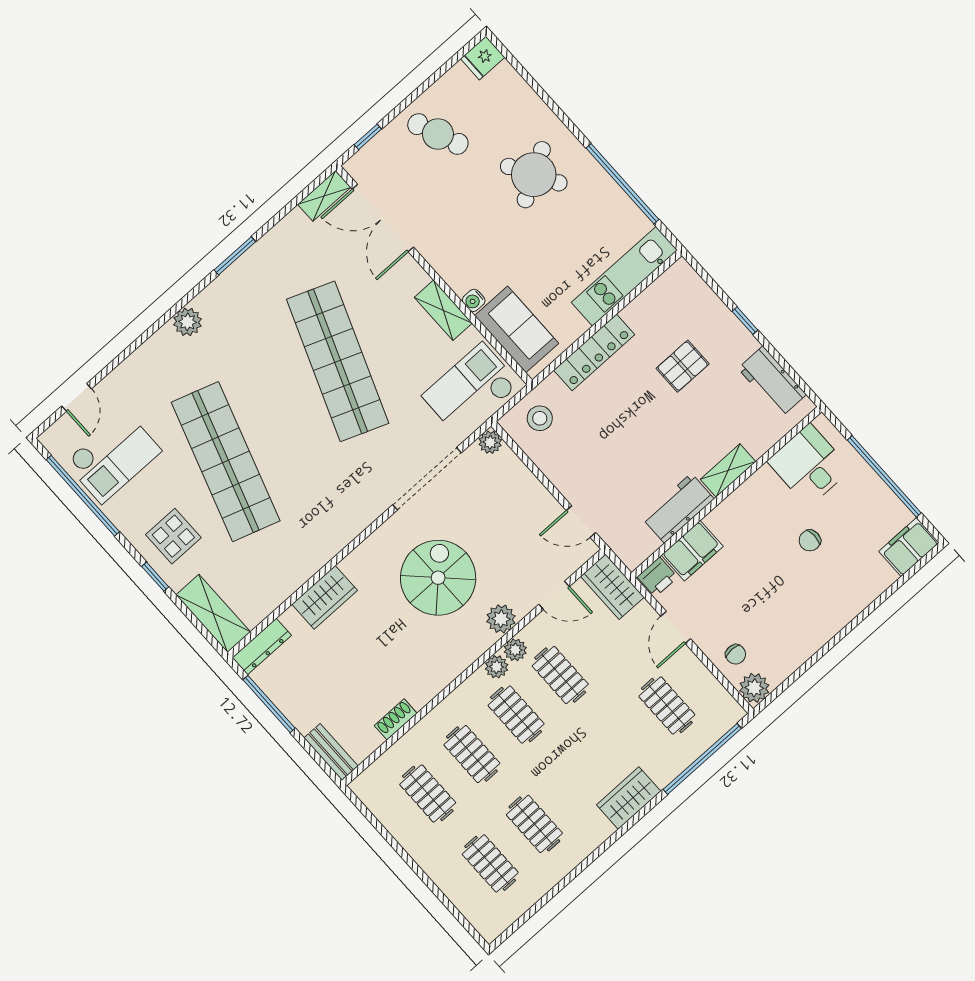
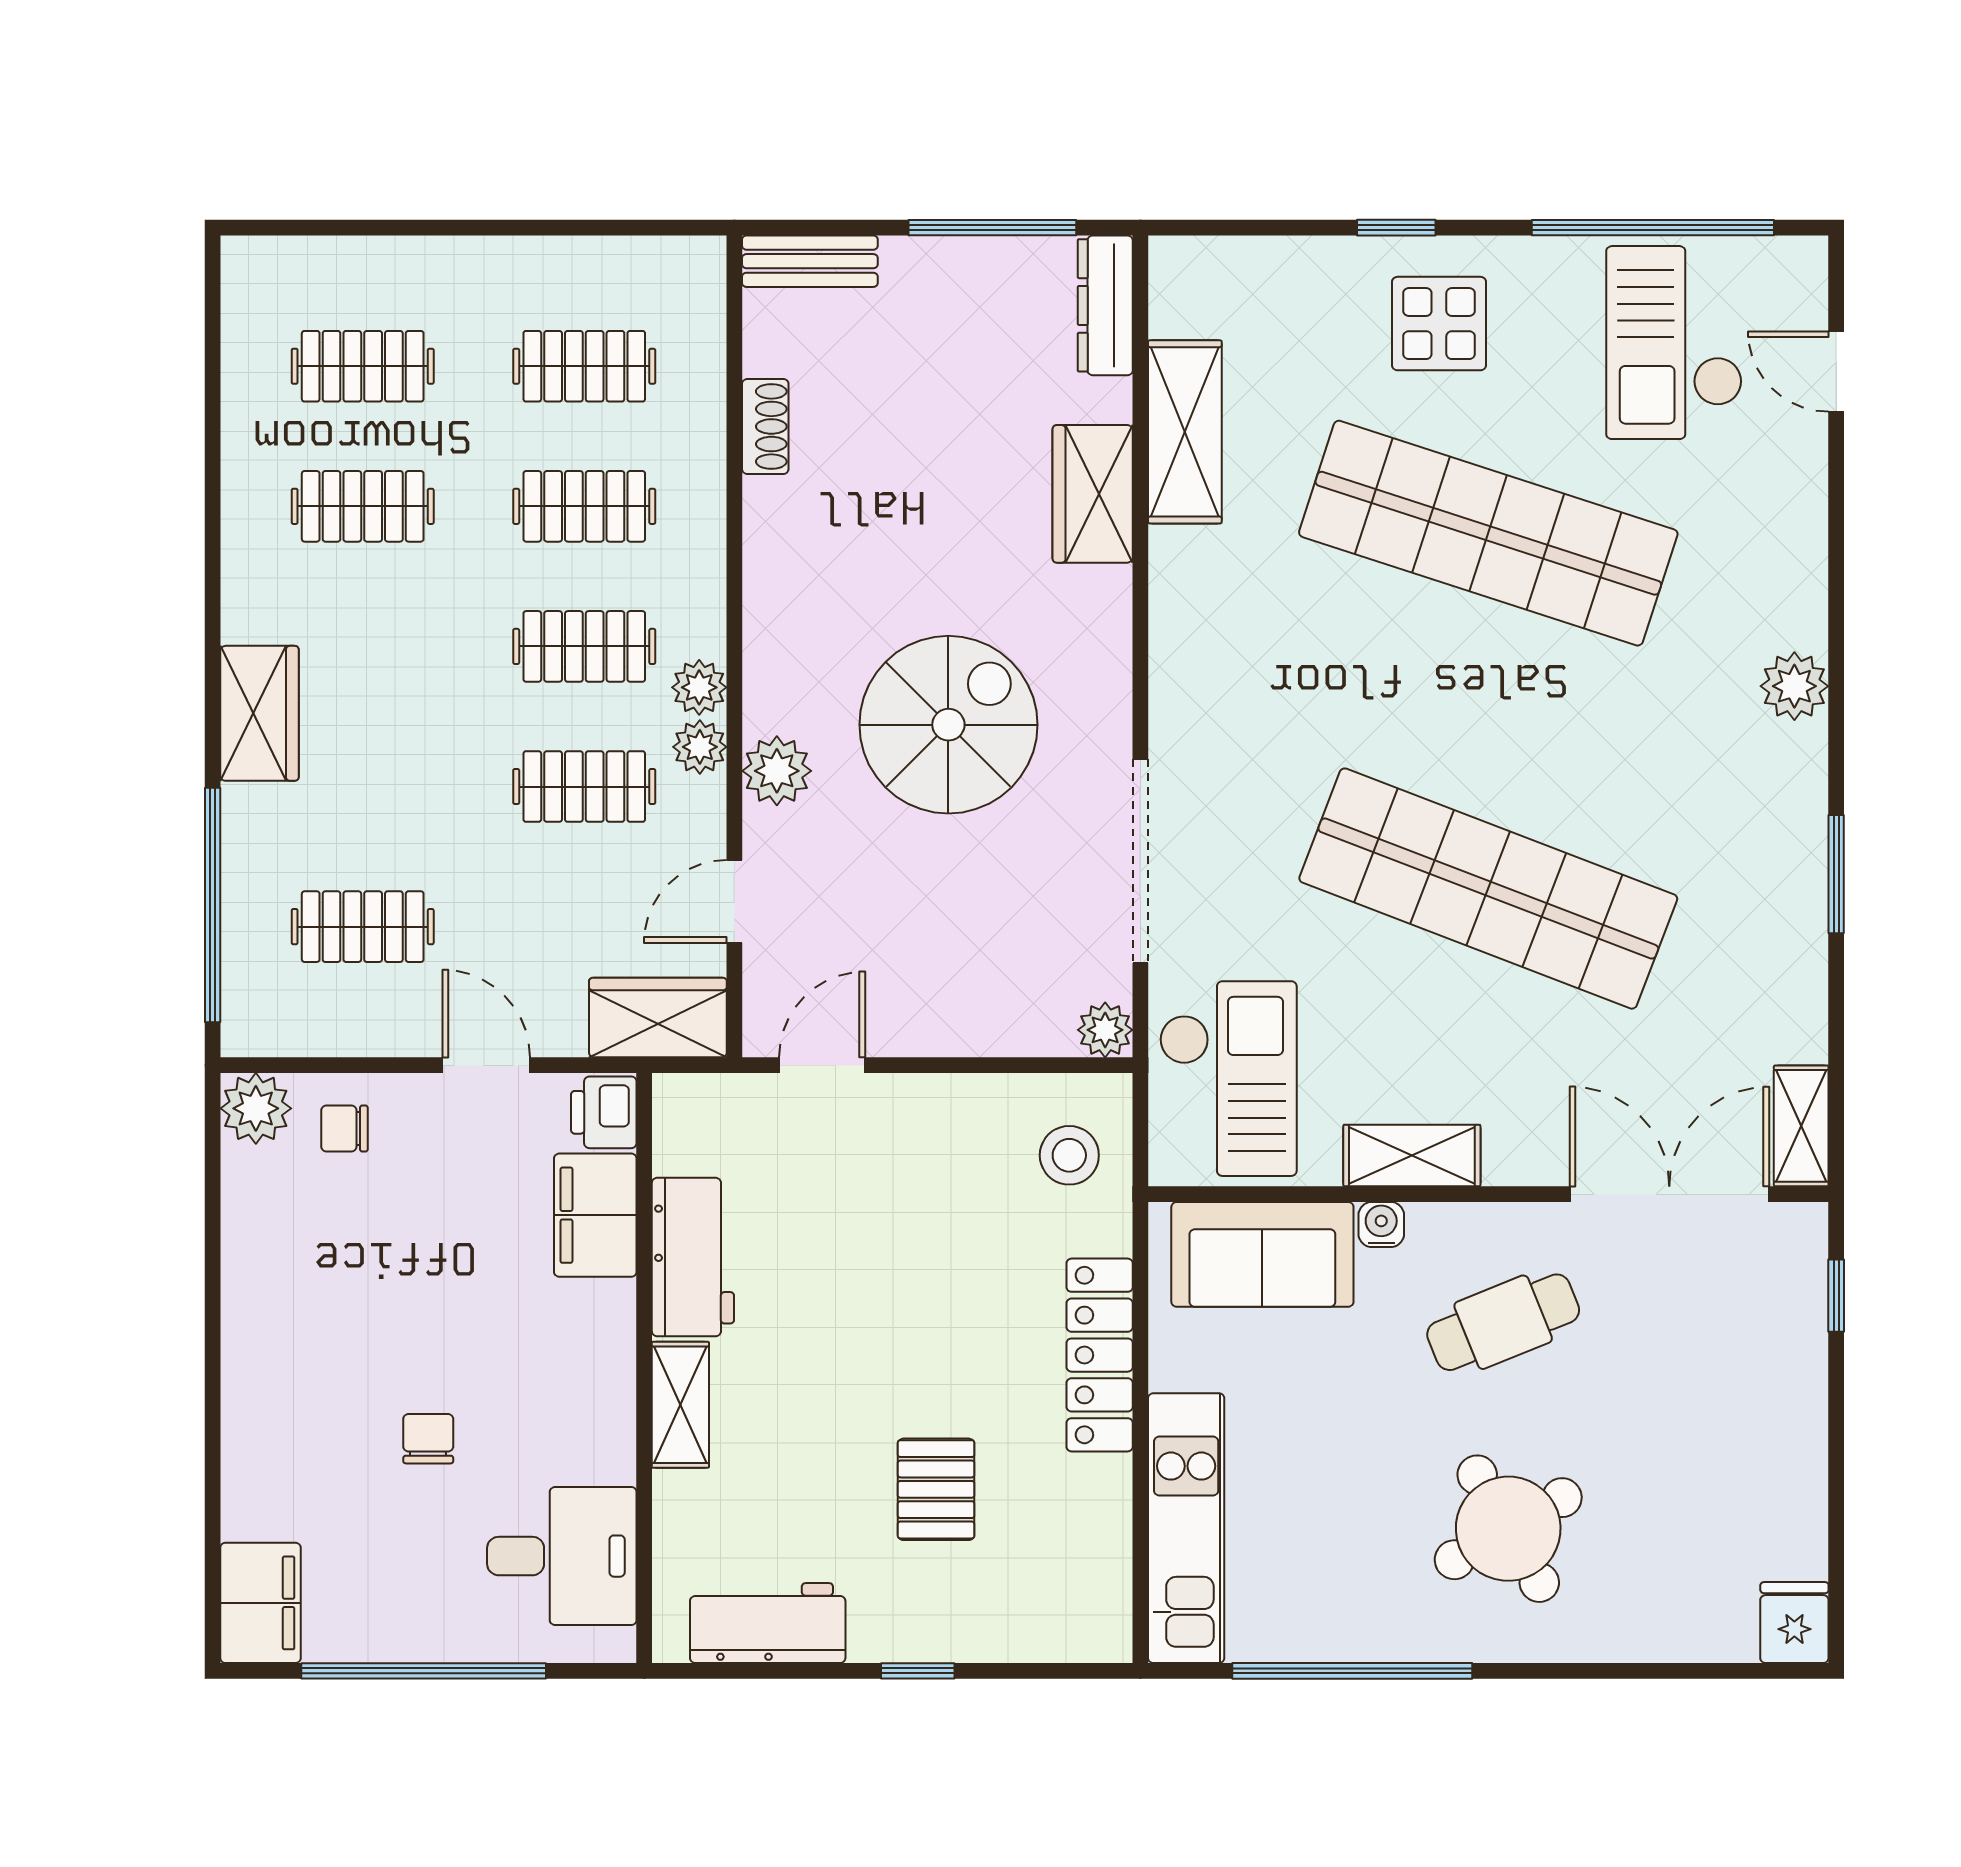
cafe table: (438, 134) -> (1503, 1322), moved
spiral stairs: (438, 578) -> (948, 725), turned -90
shelving: (213, 613) -> (1185, 432), moved, turned 90

